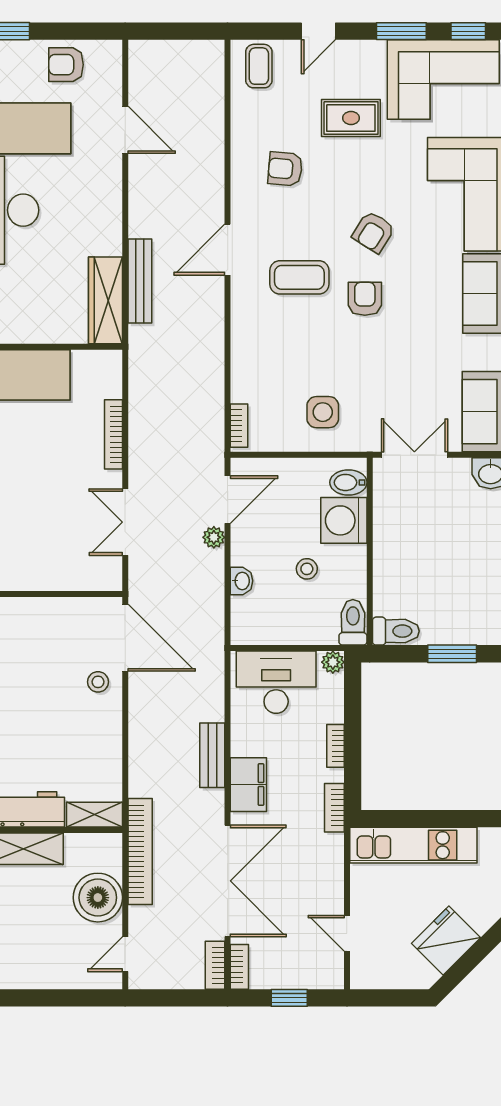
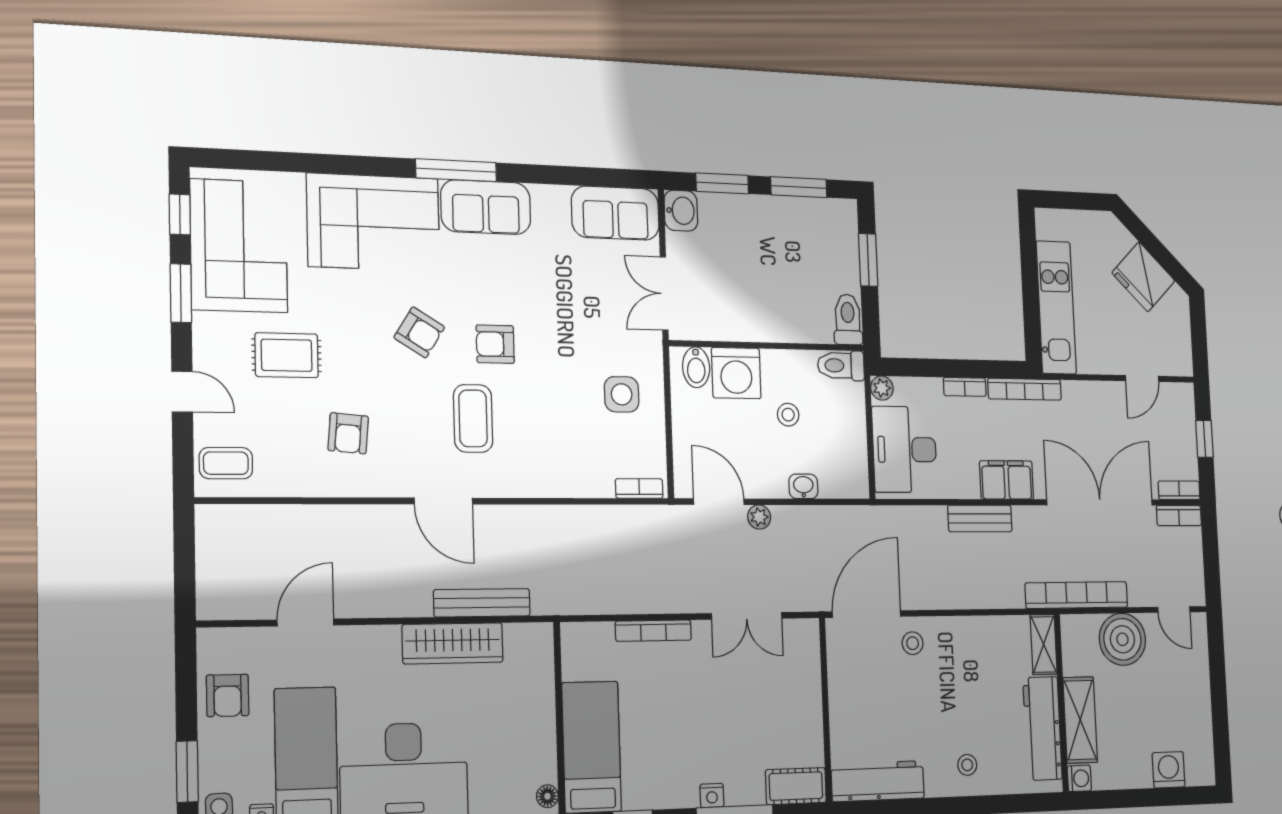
rug: (351, 118) -> (287, 355), turned 90
wardrobe: (106, 300) -> (453, 643), moved
bookcase: (334, 808) -> (1025, 389), width x1.56

